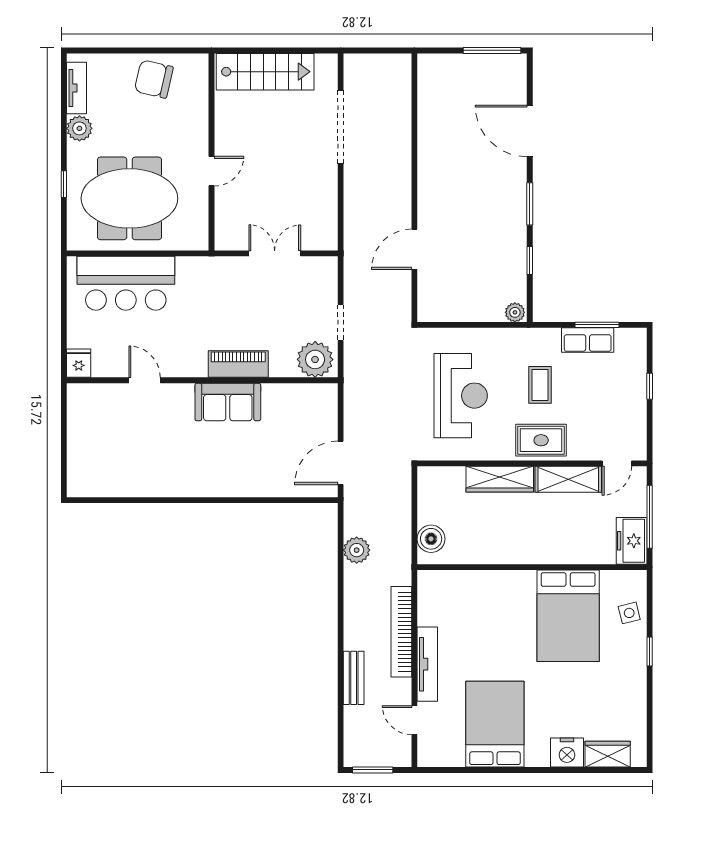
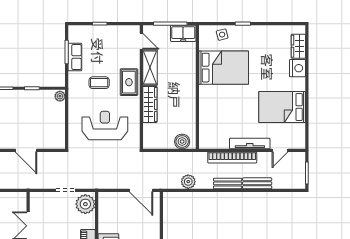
bench: (353, 623) -> (228, 183), added

